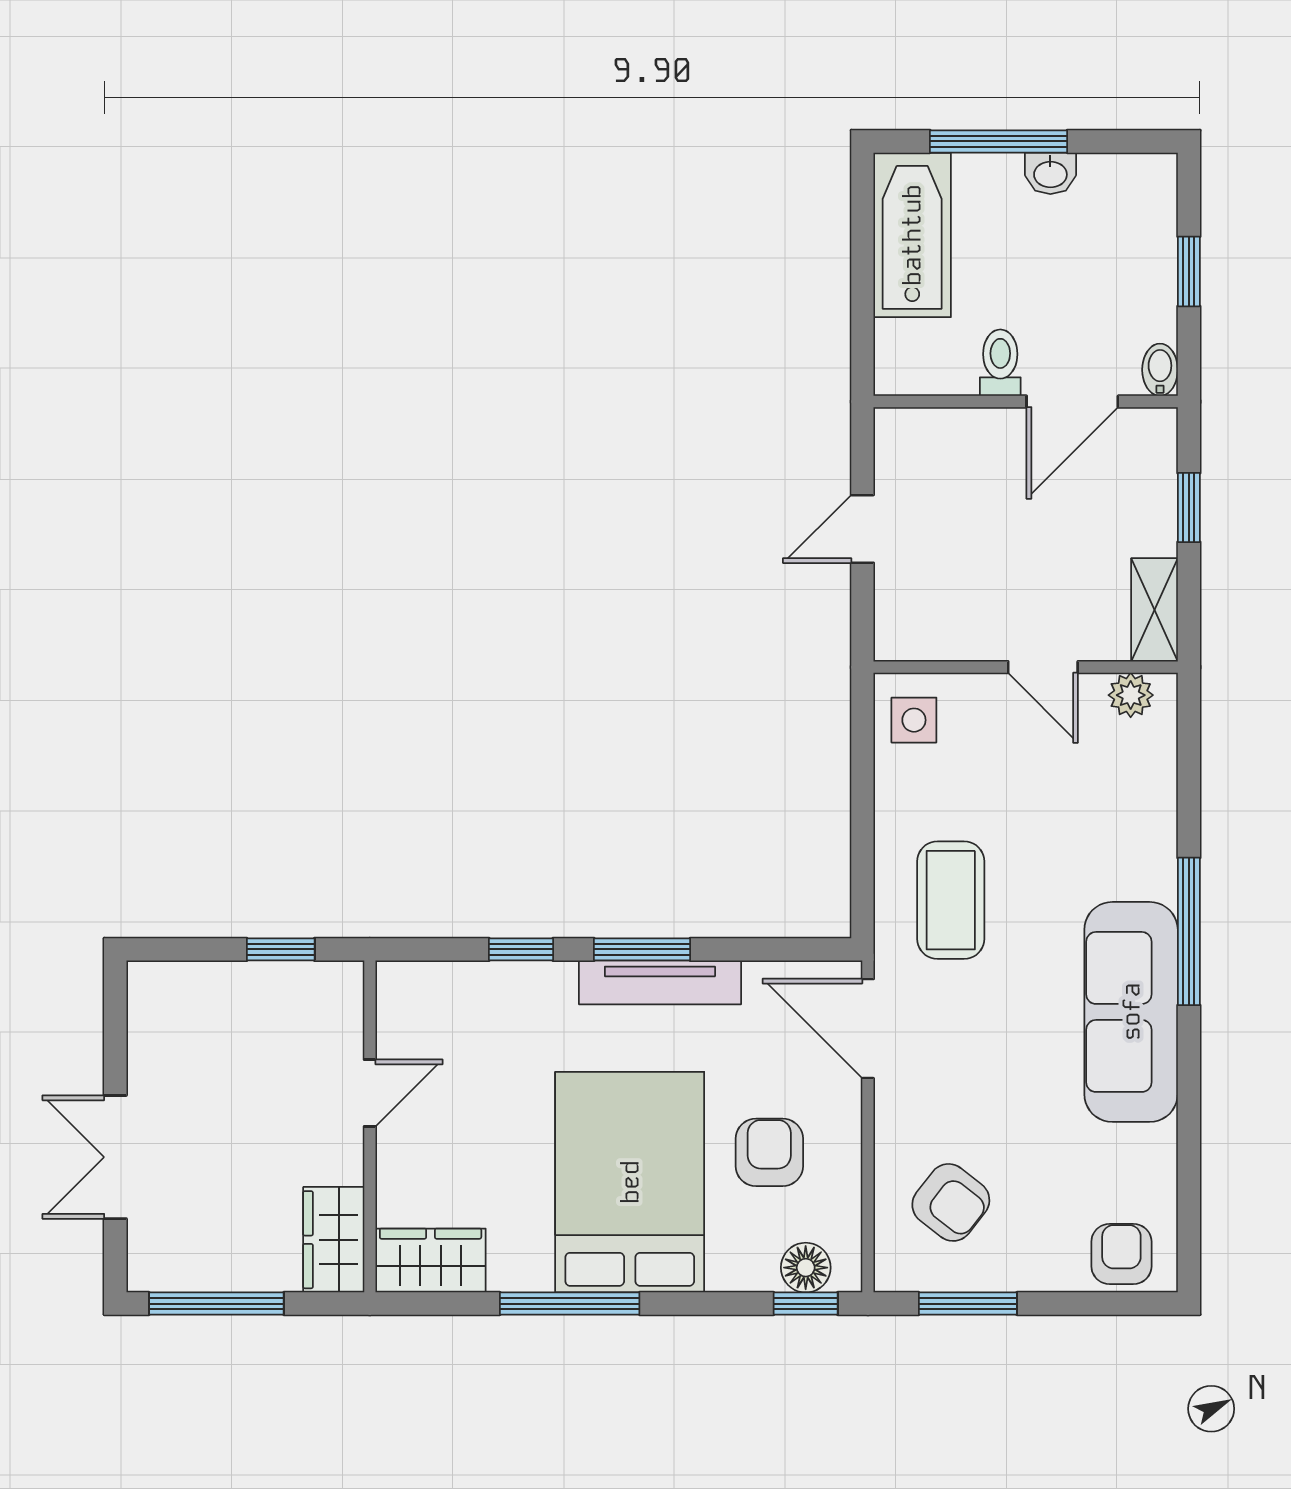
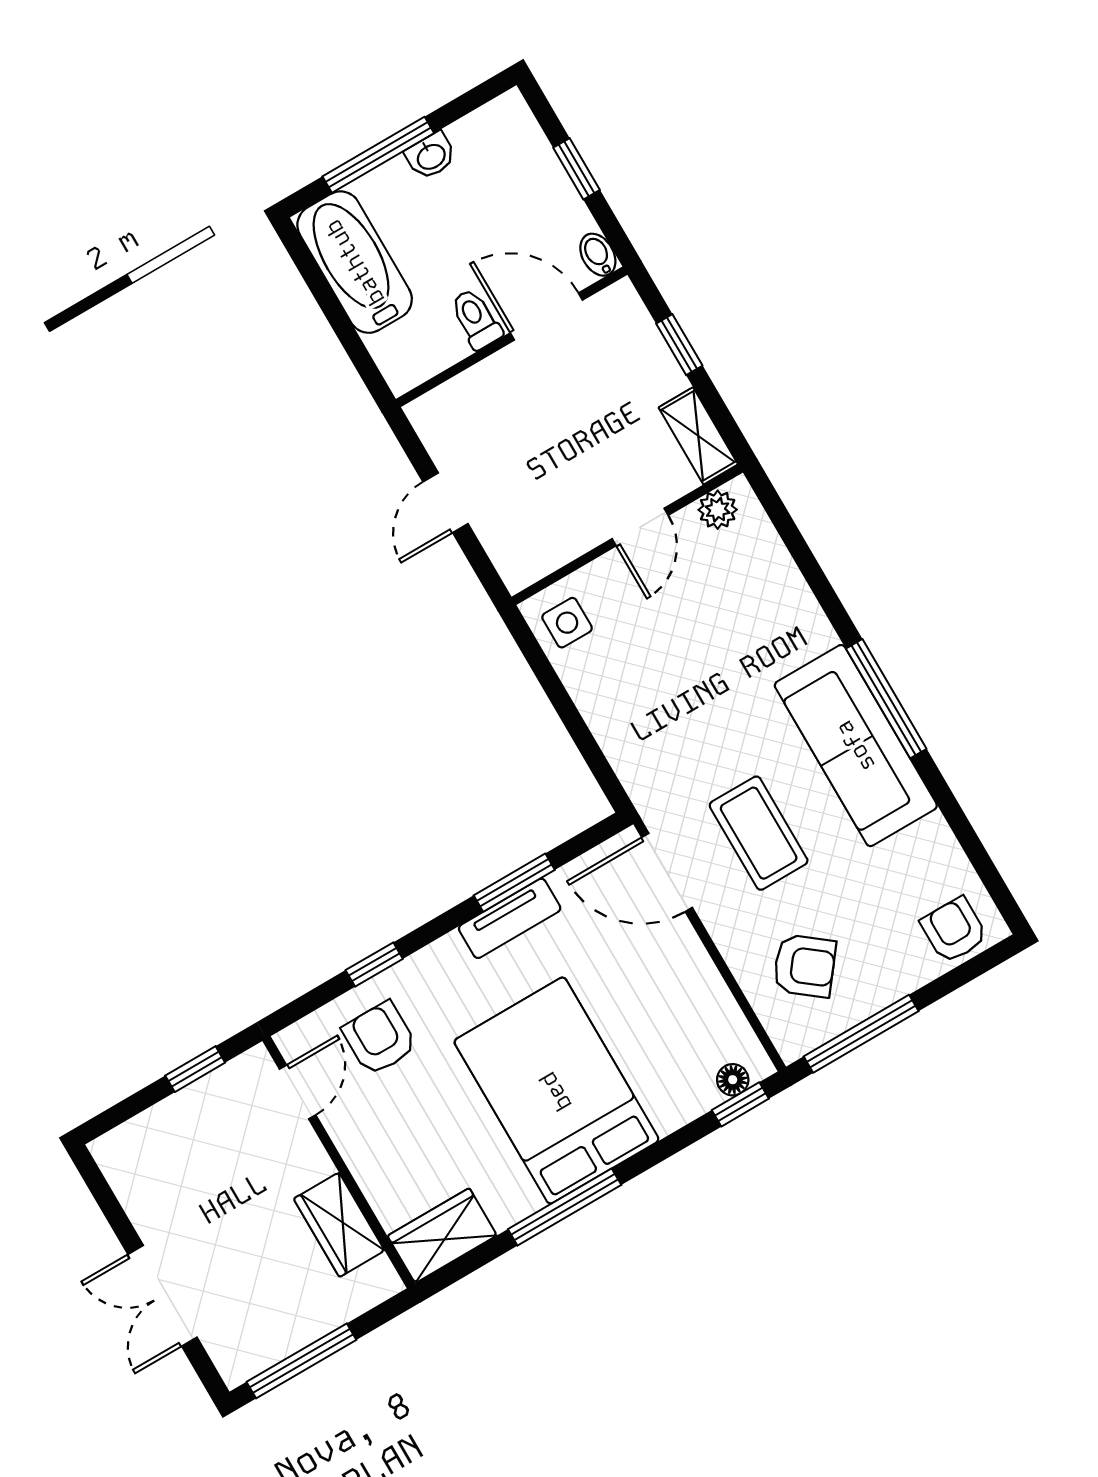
door: (1072, 402) -> (546, 316), swing flipped
door: (1043, 667) -> (640, 527), hinge flipped
coffee table: (951, 900) -> (759, 833), moved
window: (1189, 931) -> (886, 699), moved
window: (642, 949) -> (514, 883), moved
tv unit: (660, 982) -> (510, 918), width x0.71
door: (370, 1093) -> (298, 1092), moved
armchair: (769, 1152) -> (380, 1038), moved
wardrobe: (334, 1240) -> (339, 1225), moved
floor lamp: (806, 1268) -> (733, 1080), width x0.73, depth x0.73
window: (968, 1304) -> (861, 1034), width x1.44

